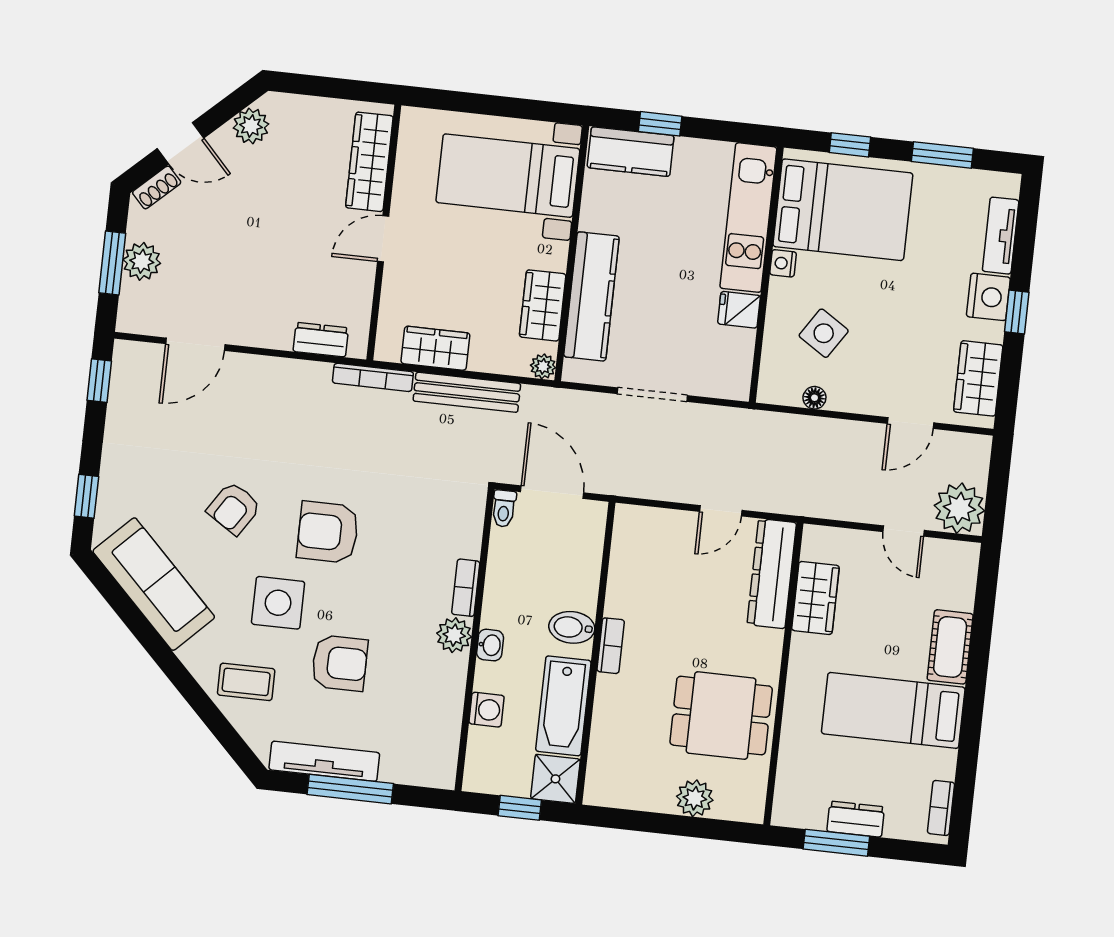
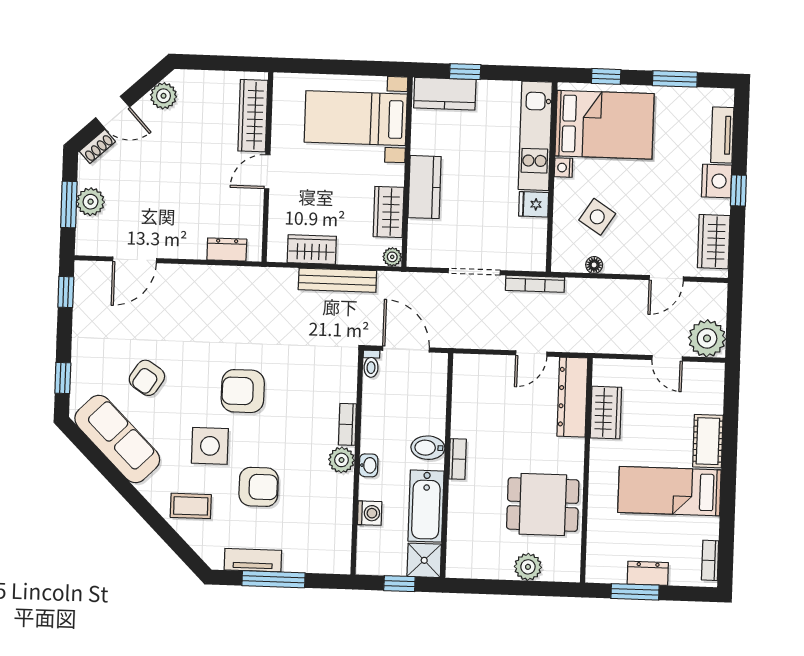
kitchen counter: (591, 296) -> (425, 187), width x0.67
bookcase: (373, 377) -> (535, 284), moved
armchair: (234, 508) -> (147, 378), moved
tv unit: (324, 761) -> (253, 560), width x0.71

